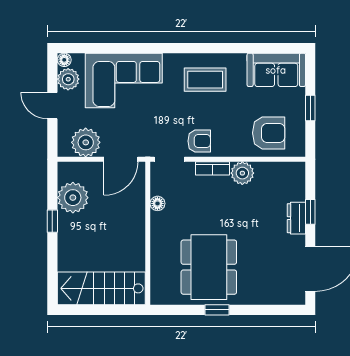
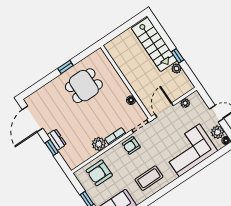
plant: (86, 142) -> (185, 103), width x0.53, depth x0.53
plant: (73, 198) -> (177, 69), width x0.53, depth x0.53
dining table: (209, 267) -> (84, 86), width x0.73
stairs: (101, 288) -> (154, 44), moved, turned 90

